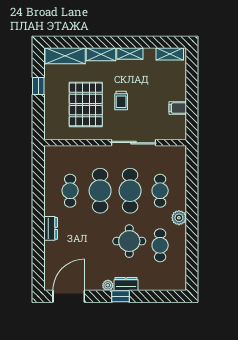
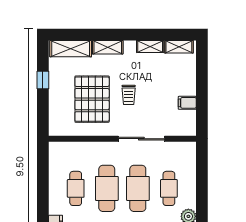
shelving: (130, 54) -> (150, 46), moved

